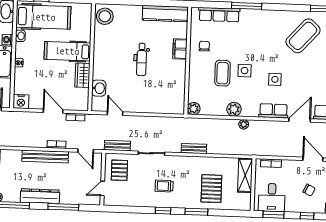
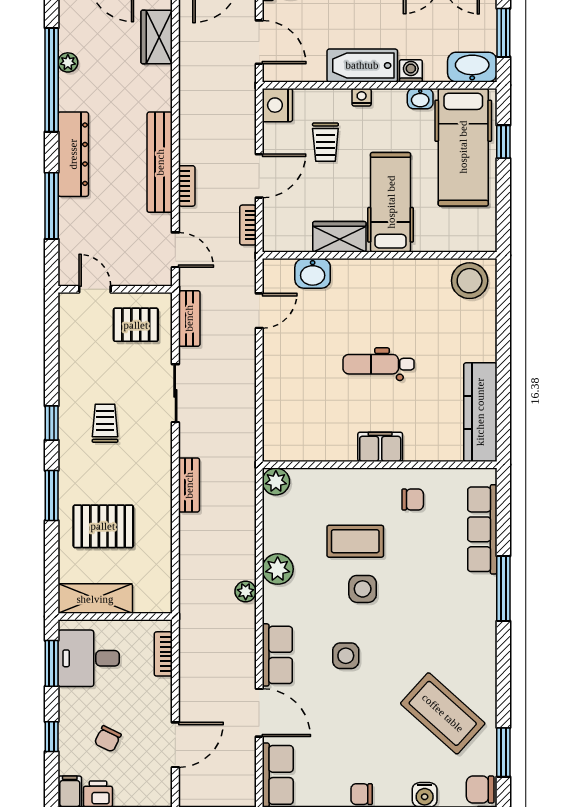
filing cabinet: (180, 49) -> (380, 447), moved
trolley: (39, 80) -> (325, 142), added
door: (86, 151) -> (175, 250), swing flipped
shelving: (245, 175) -> (95, 599), moved

